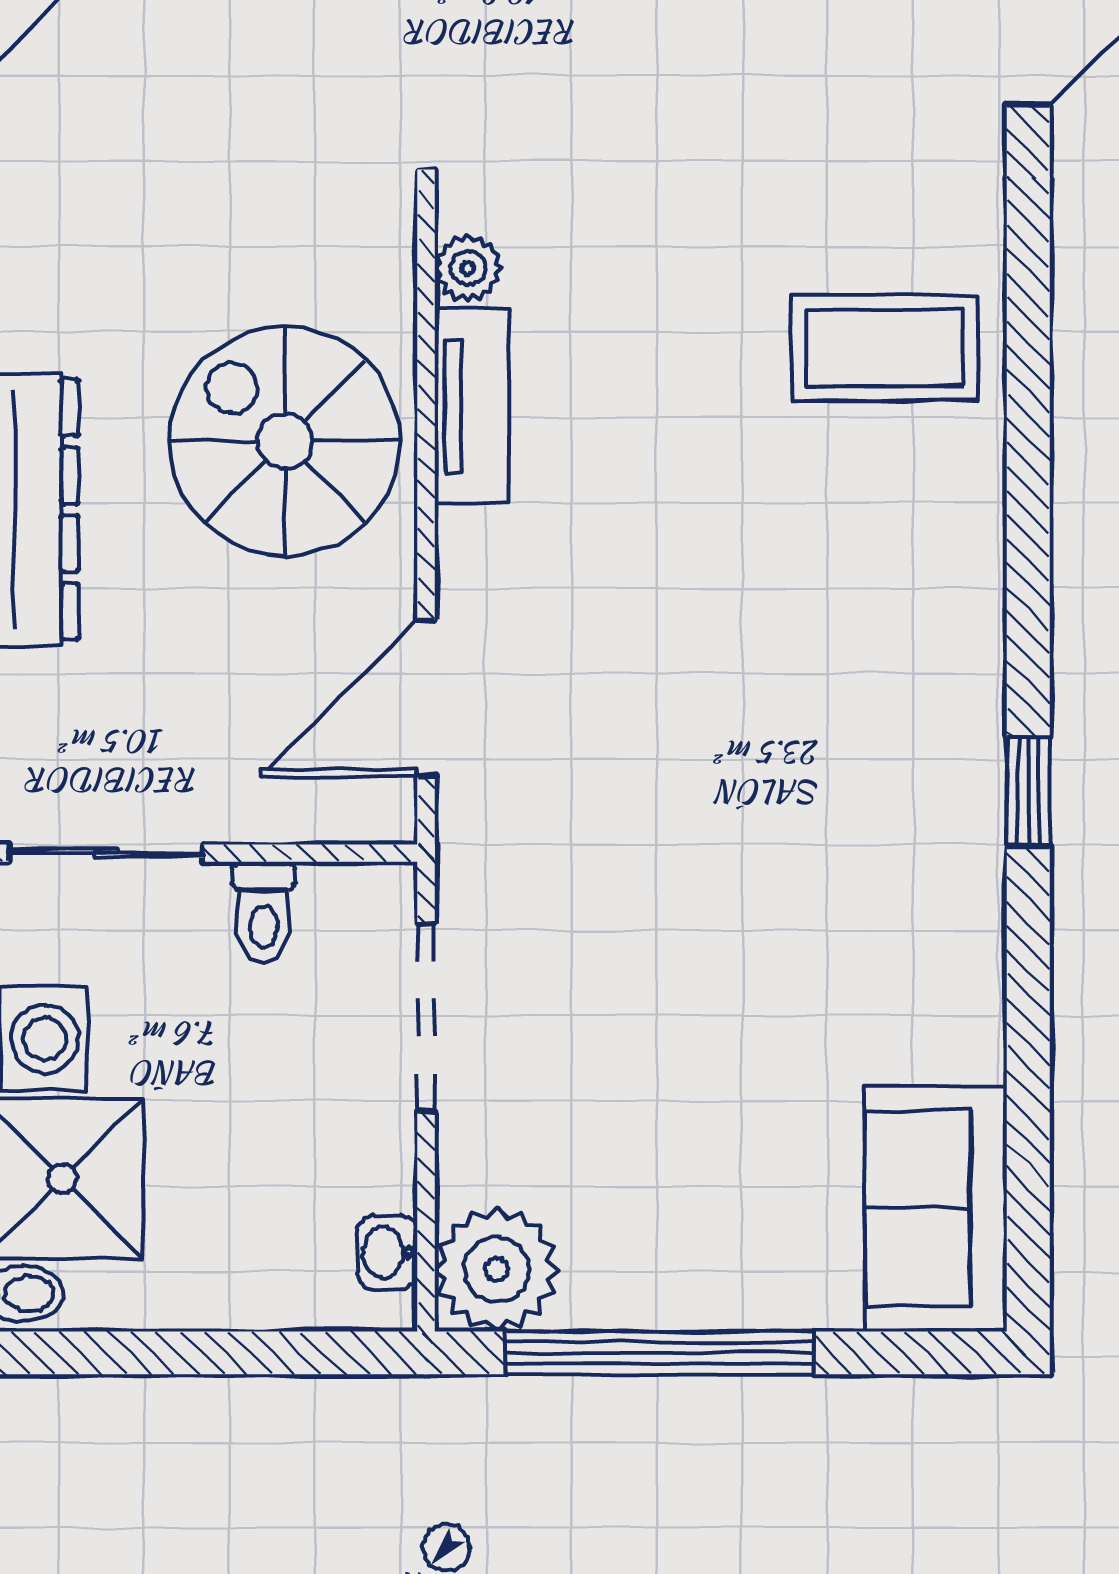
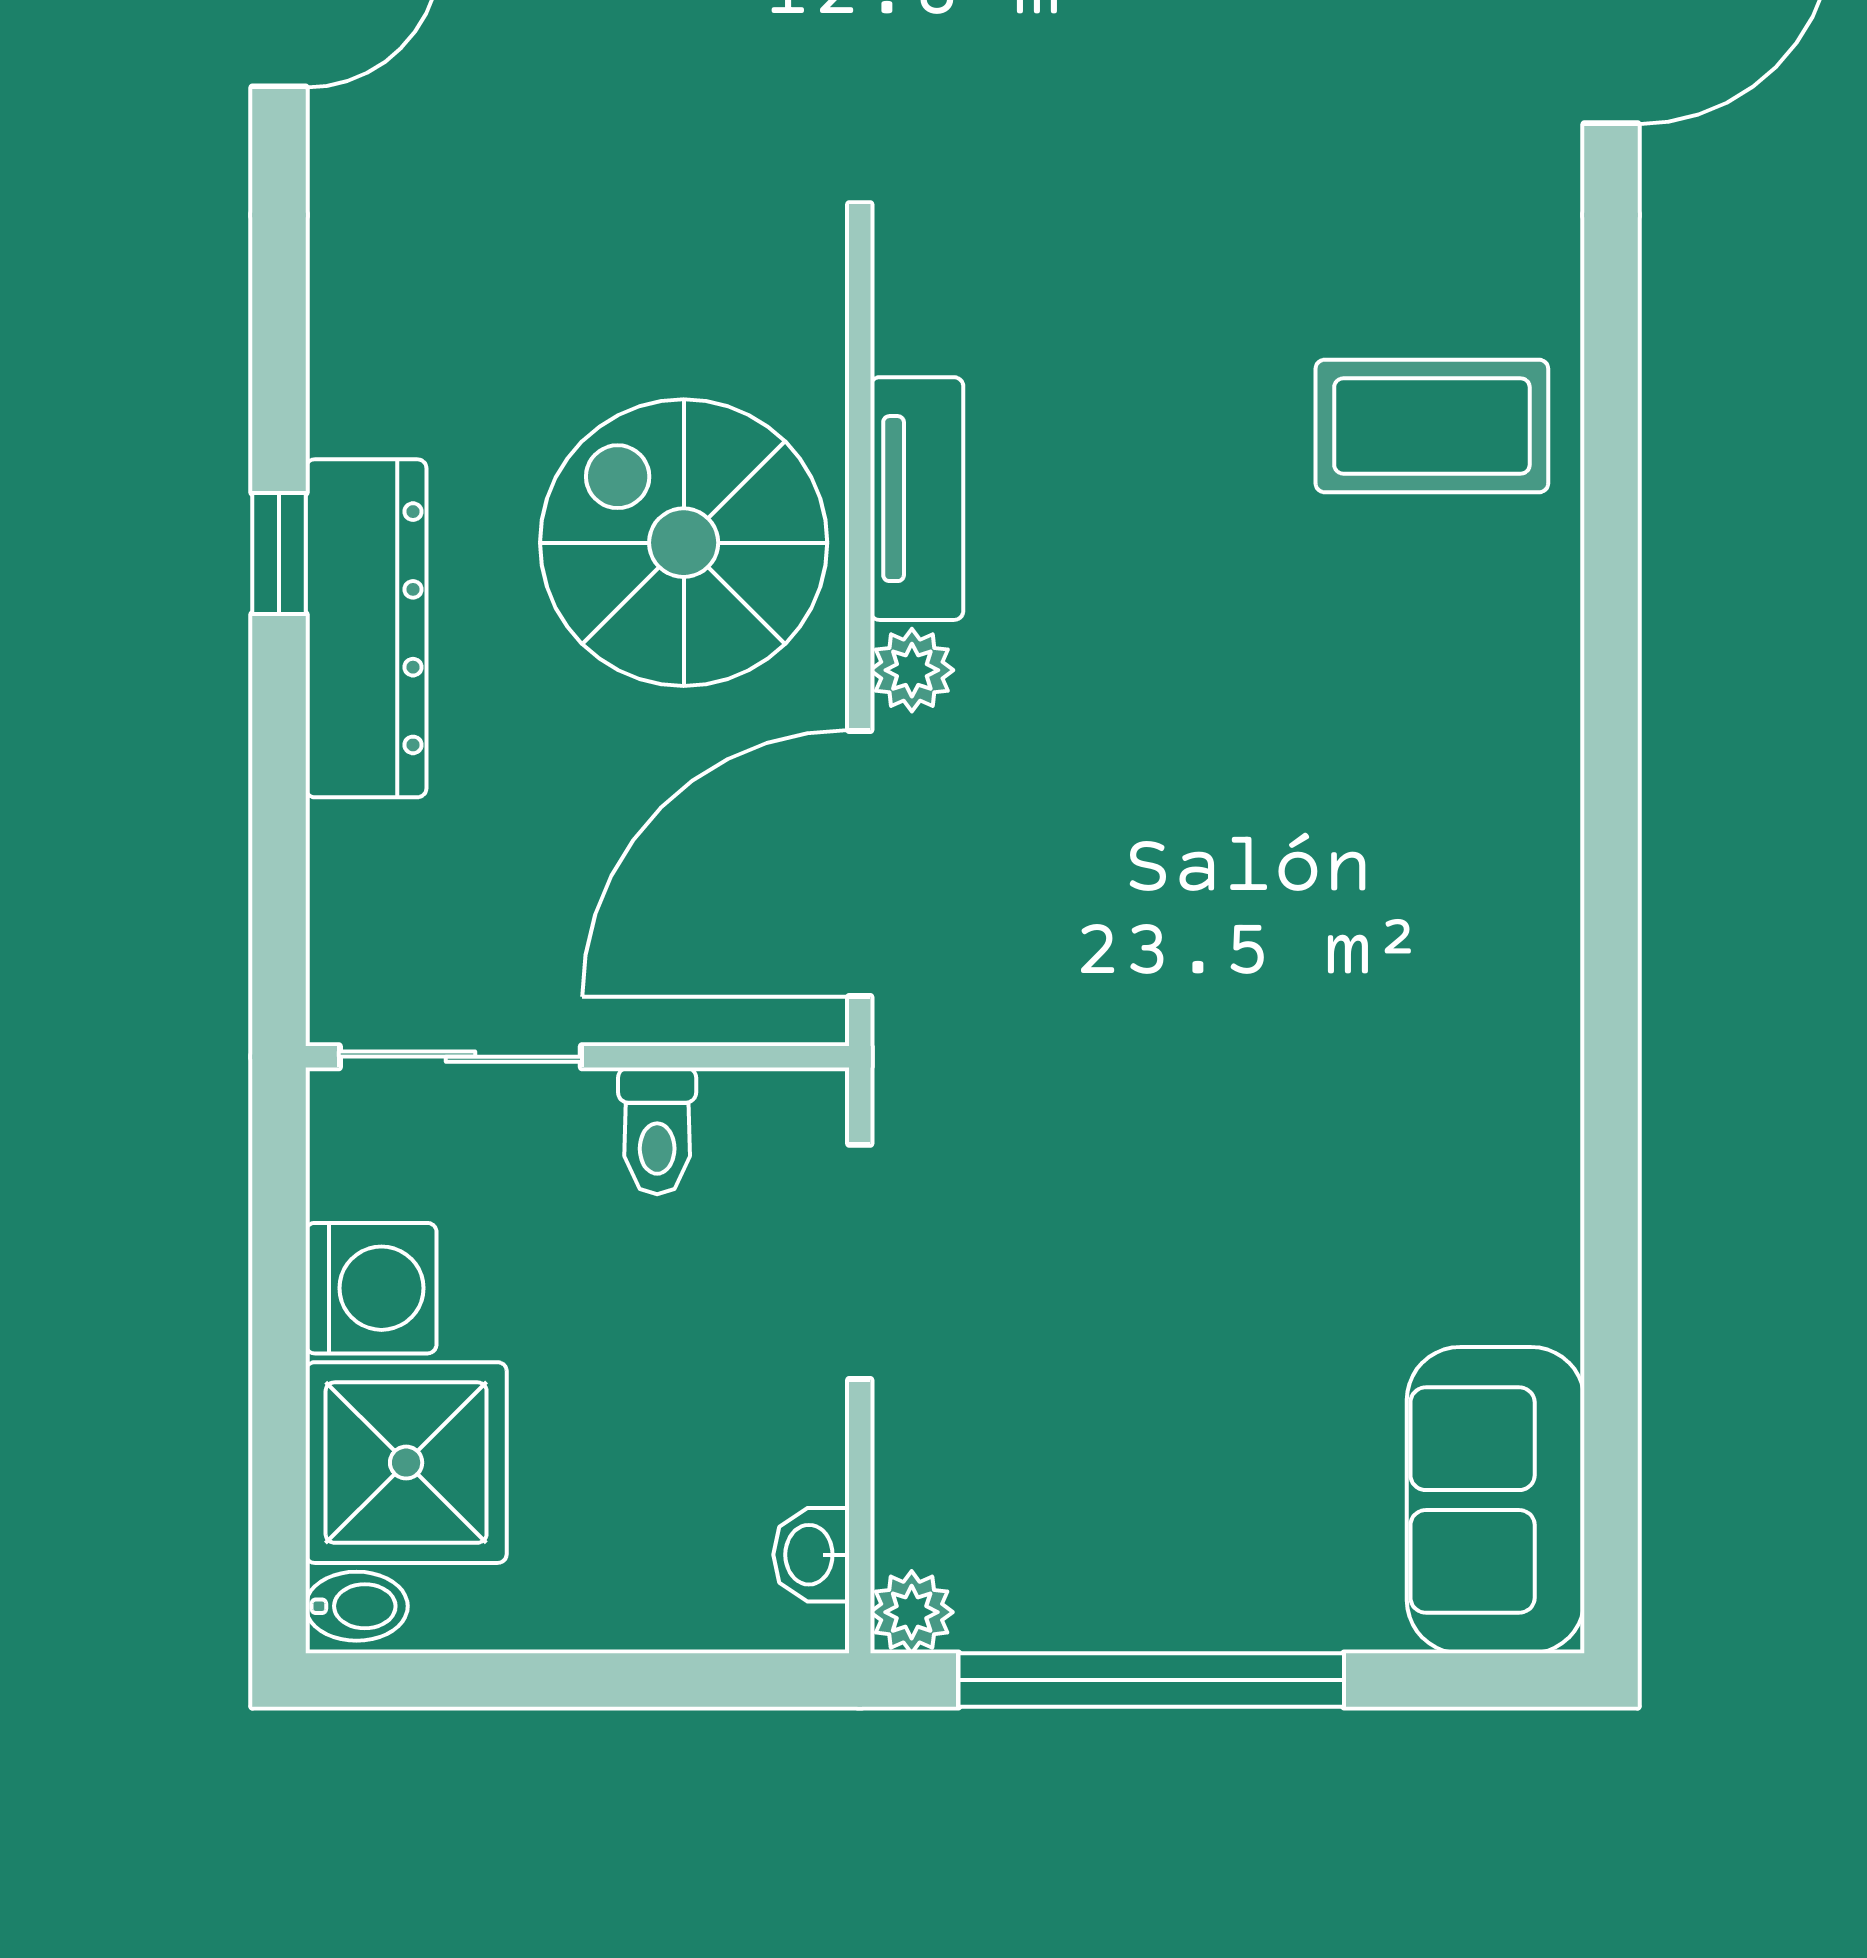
plant: (468, 268) -> (912, 670), moved
door: (426, 698) -> (860, 863), width x1.36
window: (1028, 792) -> (1611, 980), removed
plant: (497, 1270) -> (912, 1612), width x0.53, depth x0.53

